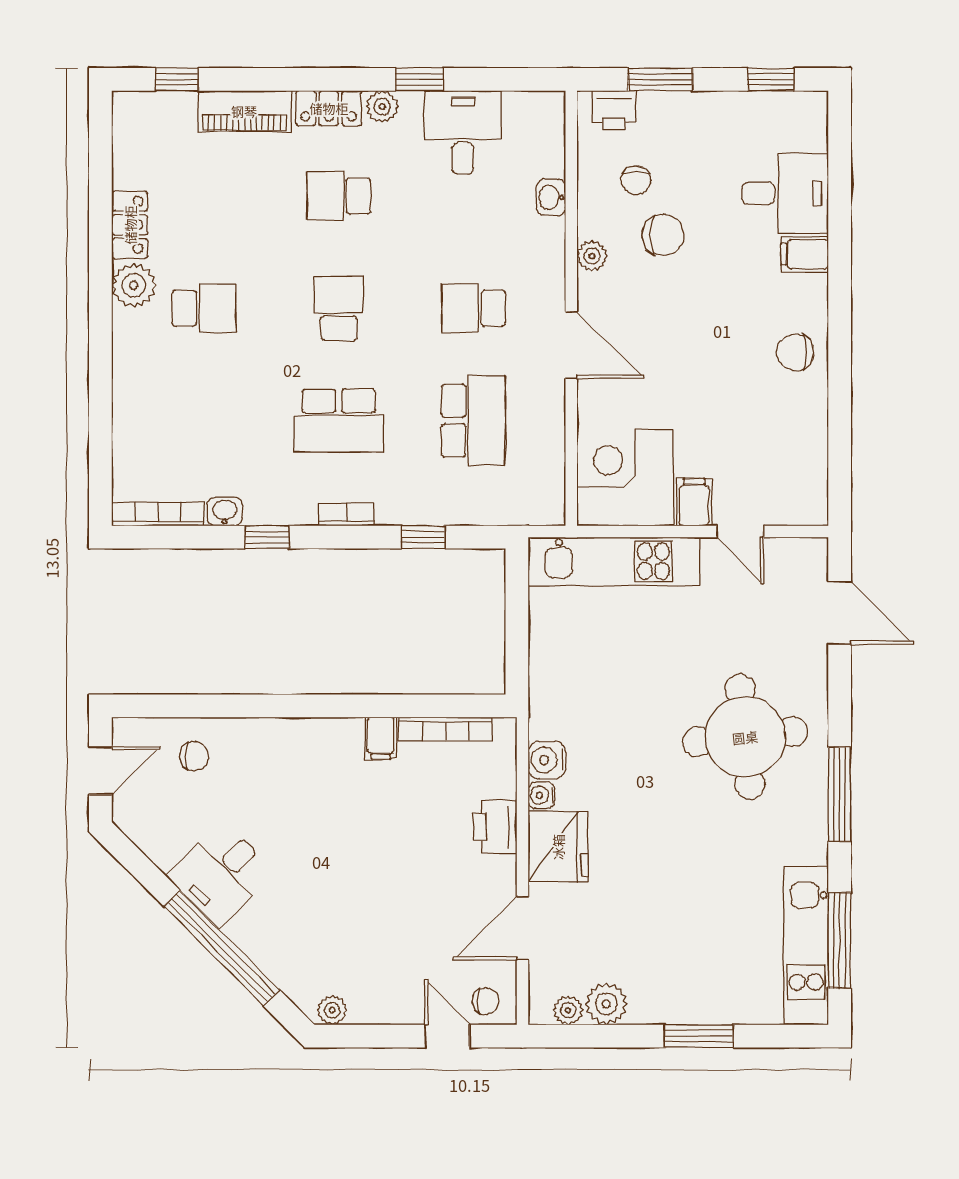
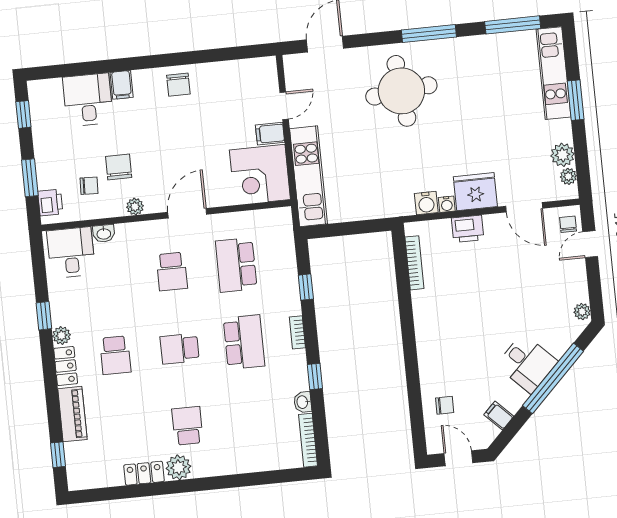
desk: (463, 132) -> (71, 252), moved, turned 90
school desk: (473, 421) -> (236, 265), turned -90
filing cabinet: (381, 738) -> (499, 415), moved, turned -135
chair: (194, 756) -> (445, 405), turned 90
desk: (221, 874) -> (527, 363), moved
kitchen unit: (806, 946) -> (553, 73), moved, turned 90

